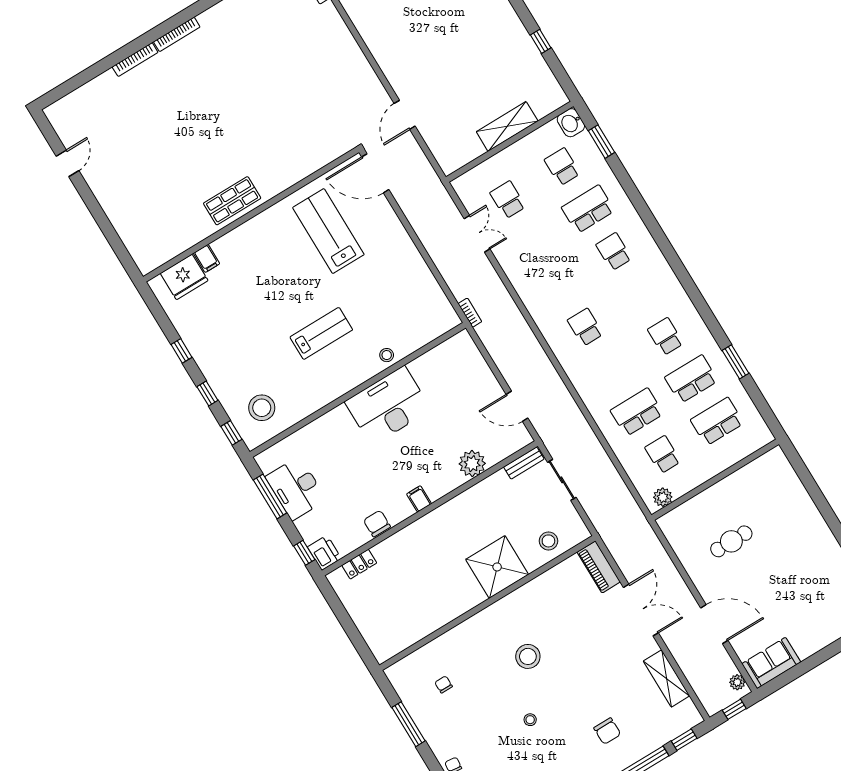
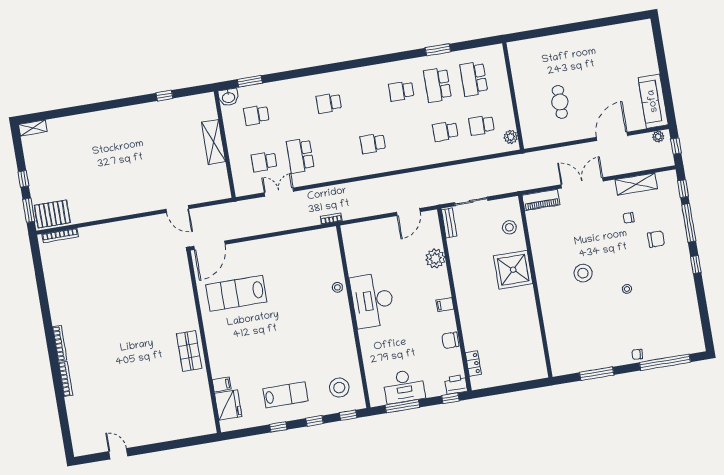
school desk: (588, 209) -> (300, 156), moved
lab bench: (321, 333) -> (286, 395), moved, turned 90
school desk: (637, 412) -> (445, 131), width x0.54
sofa: (771, 663) -> (653, 101), width x1.36
chair: (444, 684) -> (629, 218), moved

